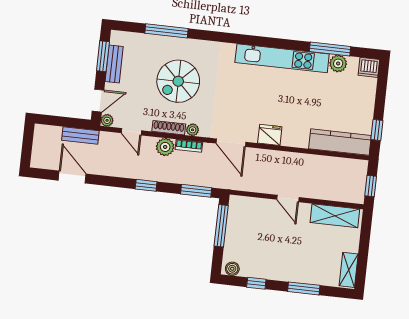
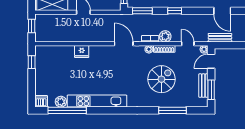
window: (330, 49) -> (67, 110), width x1.46
fridge: (270, 135) -> (82, 51), moved
kitchen counter: (340, 142) -> (54, 52), removed

